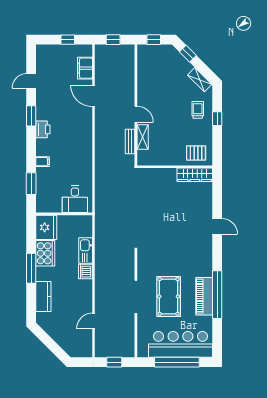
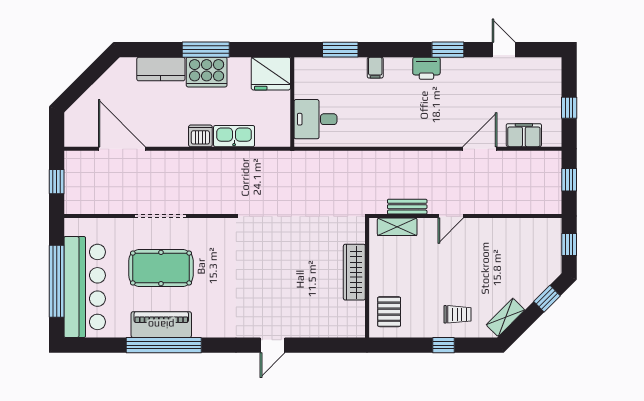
shelving: (143, 137) -> (397, 227), moved
wardrobe: (195, 175) -> (354, 272), moved
cooker: (45, 253) -> (207, 72), moved
door: (94, 321) -> (122, 149), width x1.88

